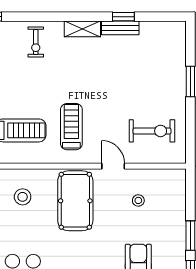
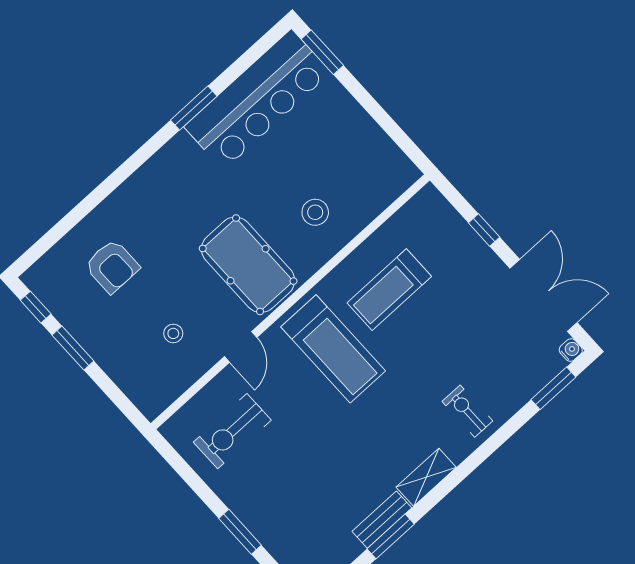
window: (123, 17) -> (391, 536), width x1.50
treadmill: (71, 127) -> (333, 349), width x1.37, depth x1.38
door: (113, 166) -> (241, 347), hinge flipped

